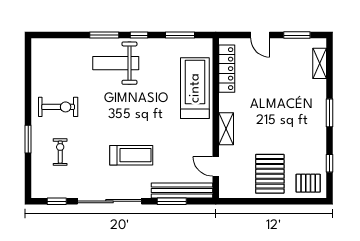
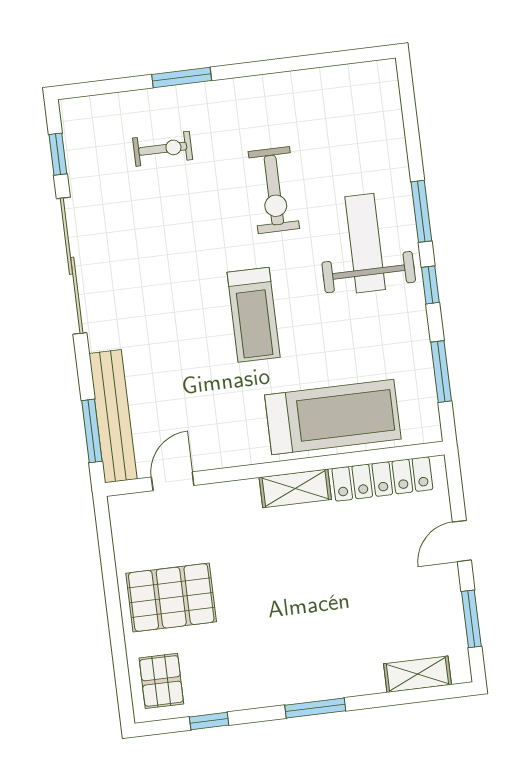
exercise bike: (58, 107) -> (274, 190), moved
shelving: (226, 129) -> (295, 488), moved
treadmill: (131, 155) -> (254, 315), moved
window: (172, 201) -> (92, 431), moved

